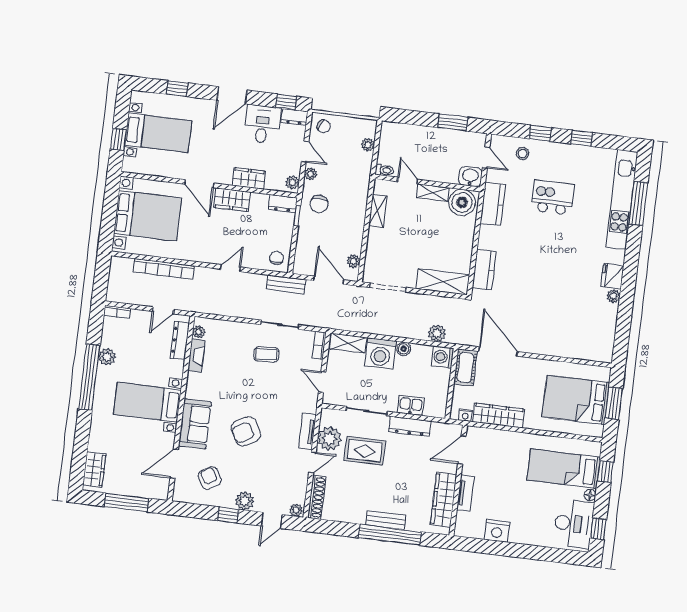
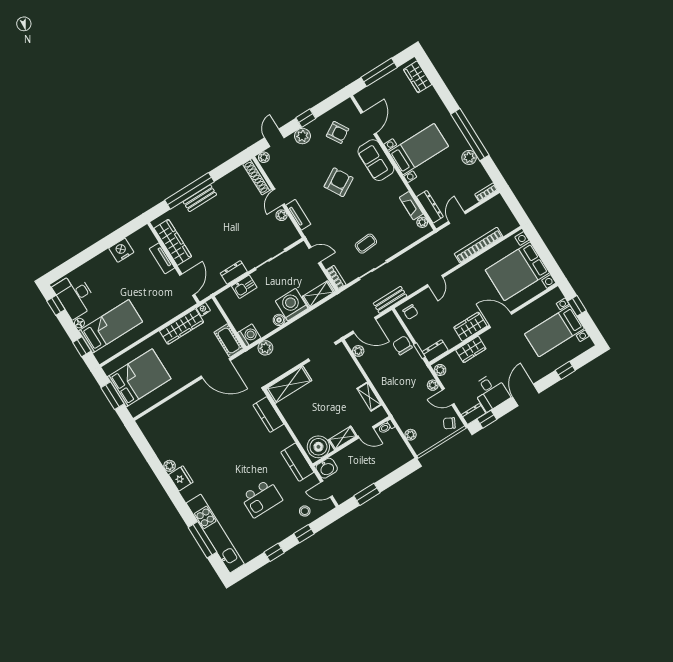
chair: (319, 204) -> (402, 345), moved
dresser: (410, 426) -> (234, 272), width x0.70
plant: (329, 439) -> (281, 215), width x0.53, depth x0.53
rug: (365, 451) -> (250, 233), removed

